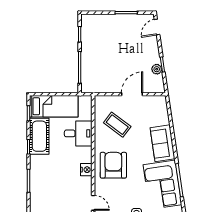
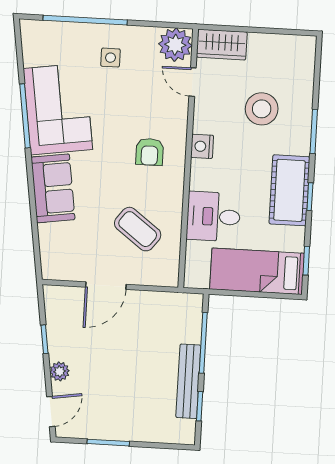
bench: (86, 47) -> (188, 381), added
plant: (157, 69) -> (60, 371), moved
cot: (39, 136) -> (289, 190), moved
armchair: (113, 165) -> (150, 152), width x0.53, depth x0.53
stool: (56, 191) -> (262, 109), added

